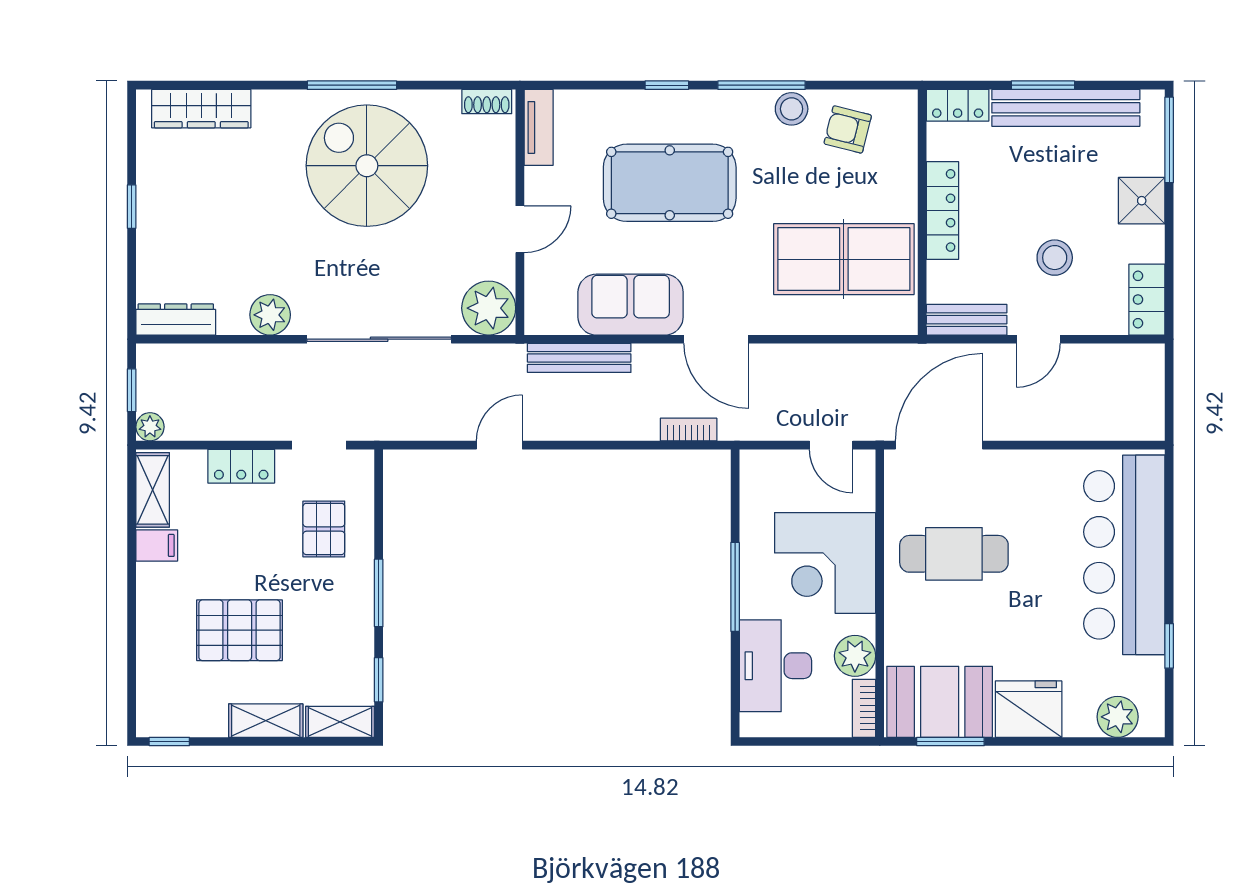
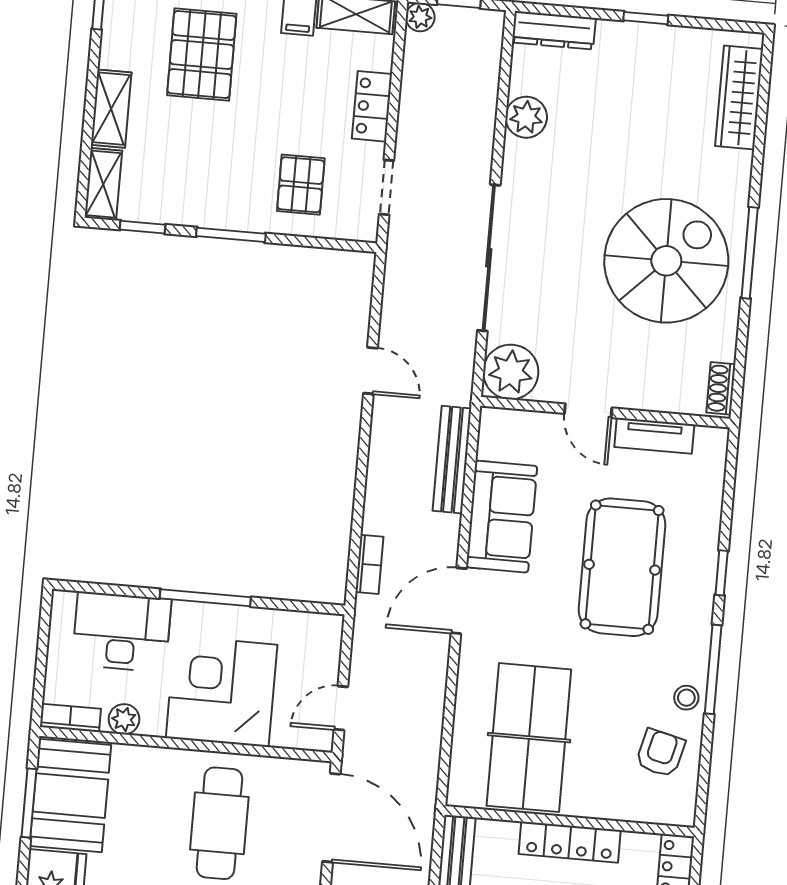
stool: (792, 109) -> (686, 698), width x0.73, depth x0.73
tv unit: (539, 127) -> (654, 436), moved
plant: (270, 315) -> (526, 117), moved
dresser: (176, 319) -> (554, 30), moved, turned 90
pallet: (324, 529) -> (301, 185), turned 90
pallet: (240, 630) -> (202, 55), moved
plant: (855, 656) -> (124, 719), width x0.73, depth x0.73

